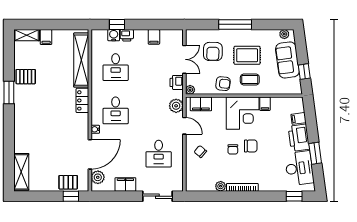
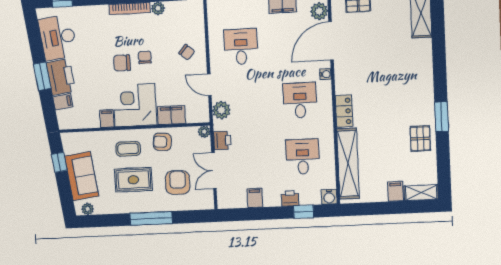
water cooler: (114, 35) -> (329, 197), moved
pallet: (26, 77) -> (420, 139), turned 90
filing cabinet: (201, 104) -> (171, 115), moved
window: (315, 153) -> (42, 76), moved

